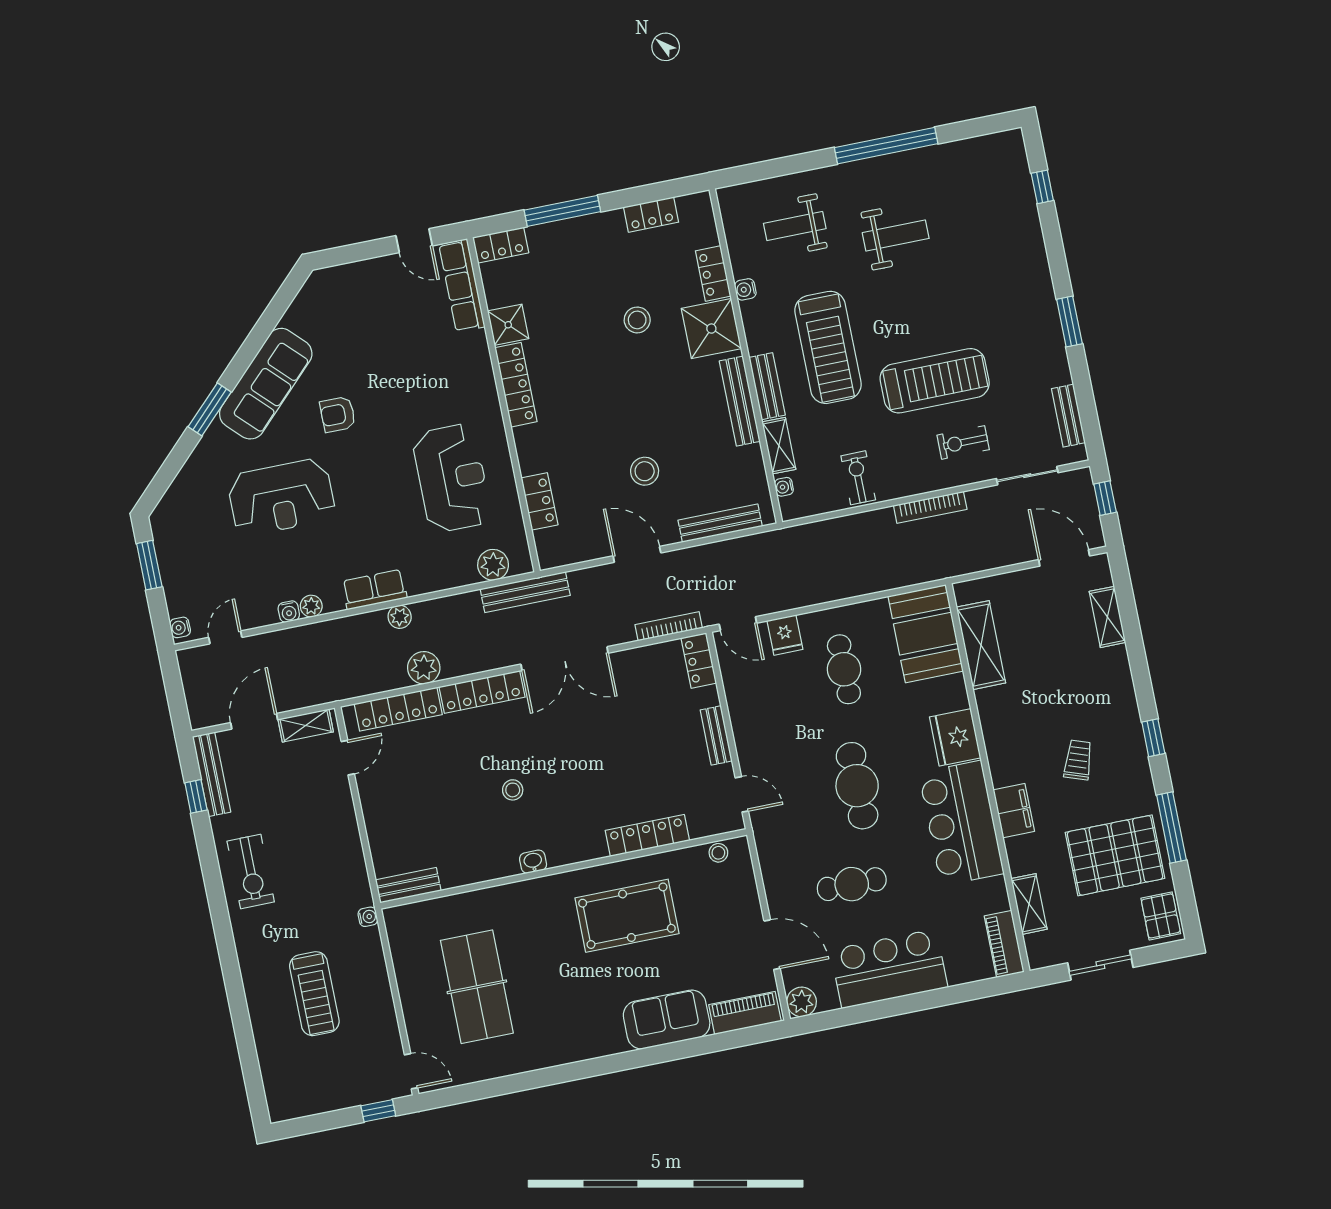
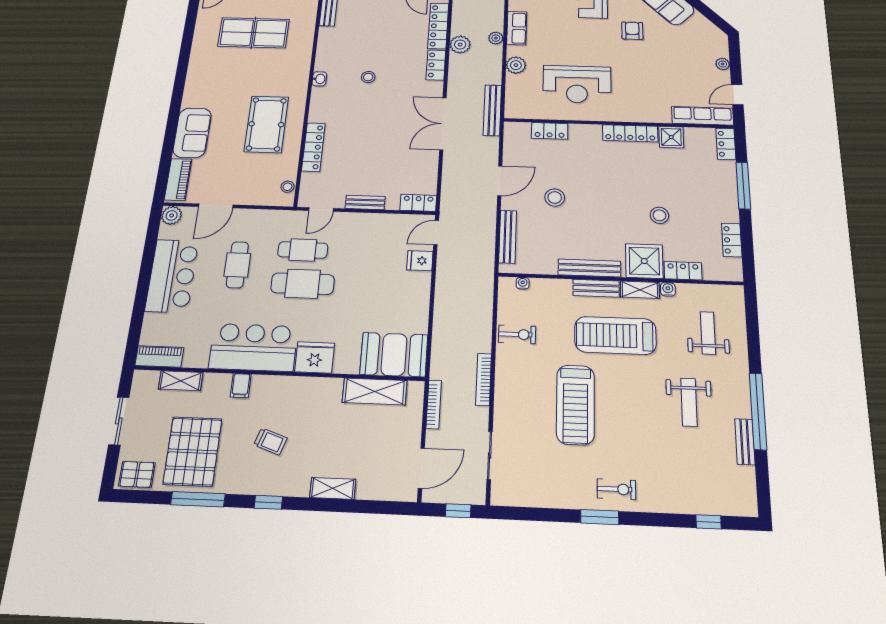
plant: (366, 270) -> (723, 64), added
bench: (1068, 416) -> (745, 442), moved, turned 90
exercise bike: (963, 442) -> (616, 489), moved, turned 90
shelving: (779, 446) -> (640, 290), moved
plant: (493, 565) -> (516, 65), moved
shelving: (1107, 617) -> (333, 488), moved
bookcase: (669, 626) -> (434, 404), moved
cafe table: (844, 669) -> (303, 250), moved
locker: (482, 692) -> (436, 65), width x0.66
filing cabinet: (1014, 811) -> (241, 386), width x0.50

